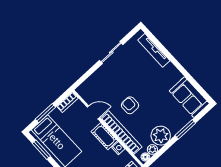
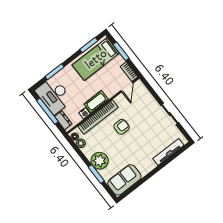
door: (93, 112) -> (127, 87), moved
plant: (161, 136) -> (100, 161), moved

